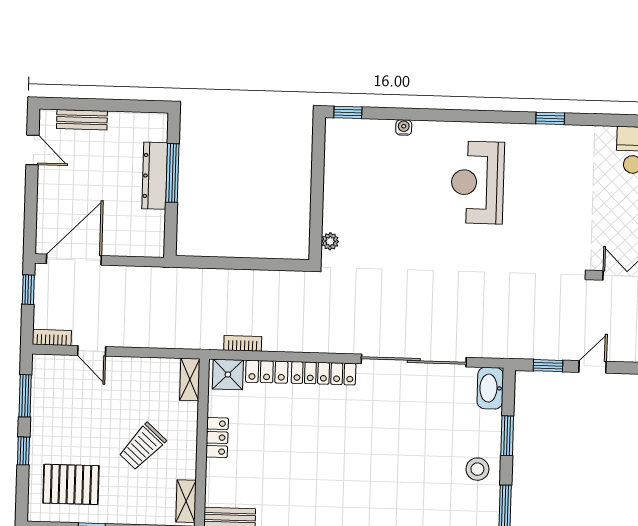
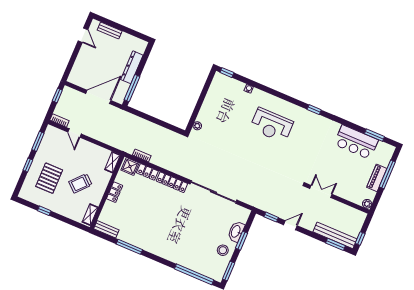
window: (172, 173) -> (132, 88), moved
reception desk: (477, 183) -> (272, 125), turned -90
door: (74, 260) -> (98, 97), moved
washbasin: (490, 388) -> (236, 232), moved
pallet: (71, 484) -> (49, 178), moved, turned 90

